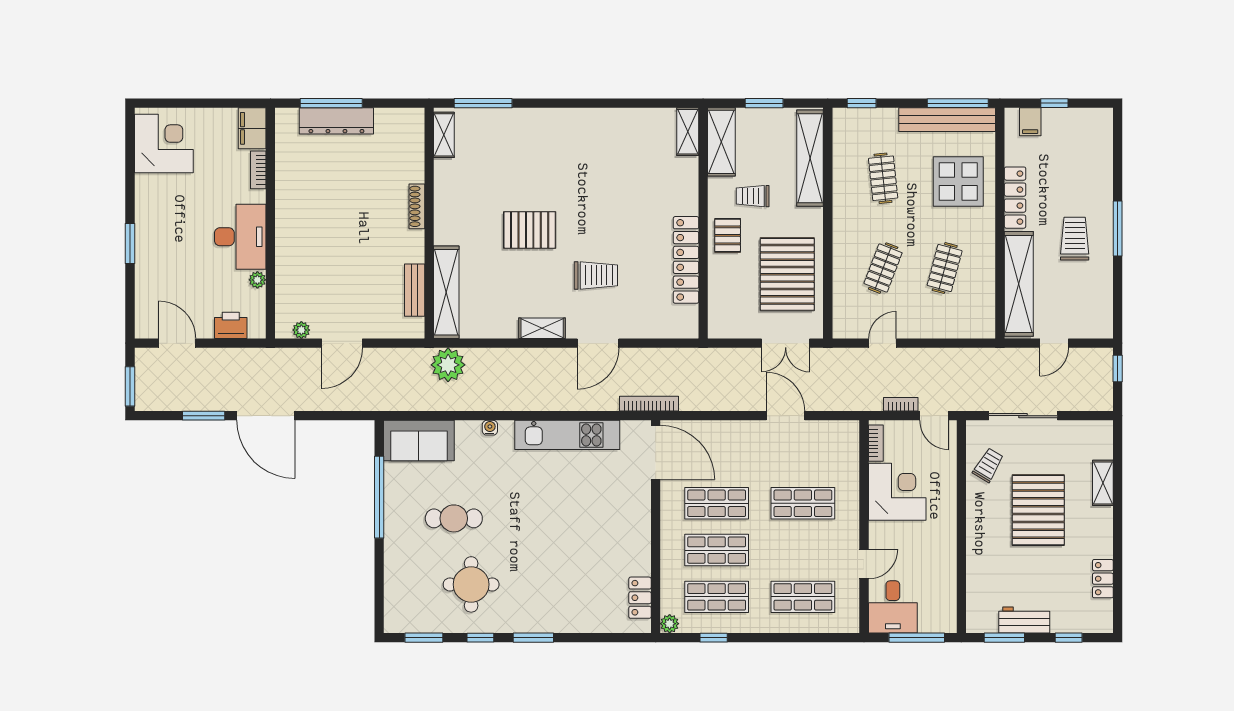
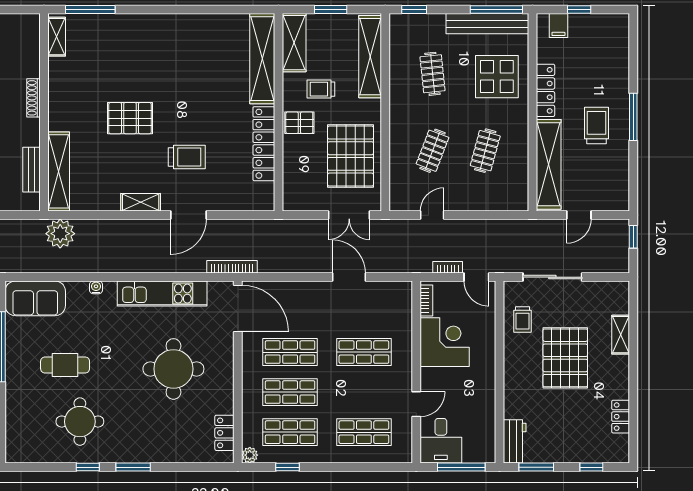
shelving: (688, 132) -> (262, 59), width x2.20, depth x1.33
pallet: (728, 235) -> (299, 123), turned 90
trolley: (988, 465) -> (523, 319), turned 149
round table: (580, 523) -> (173, 369), added
workbench: (1024, 620) -> (515, 441), moved, turned 90
window: (424, 638) -> (39, 467), removed

